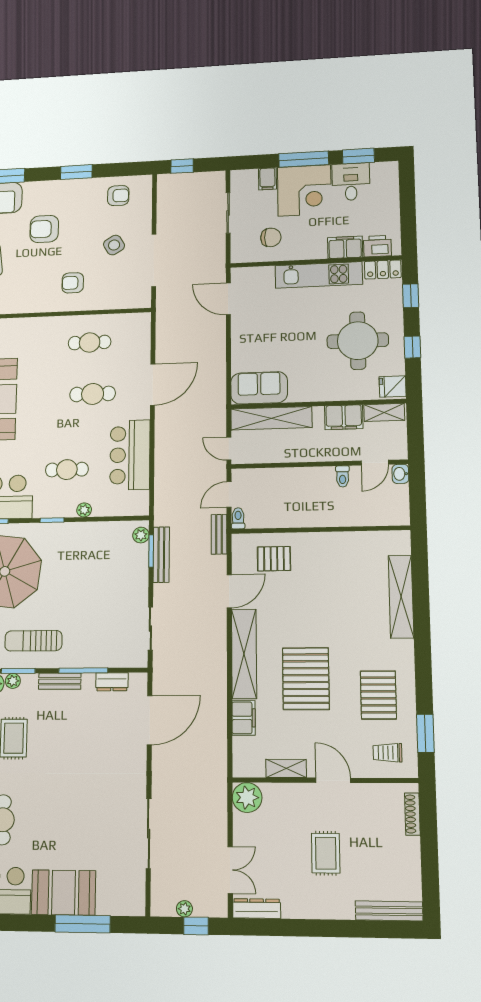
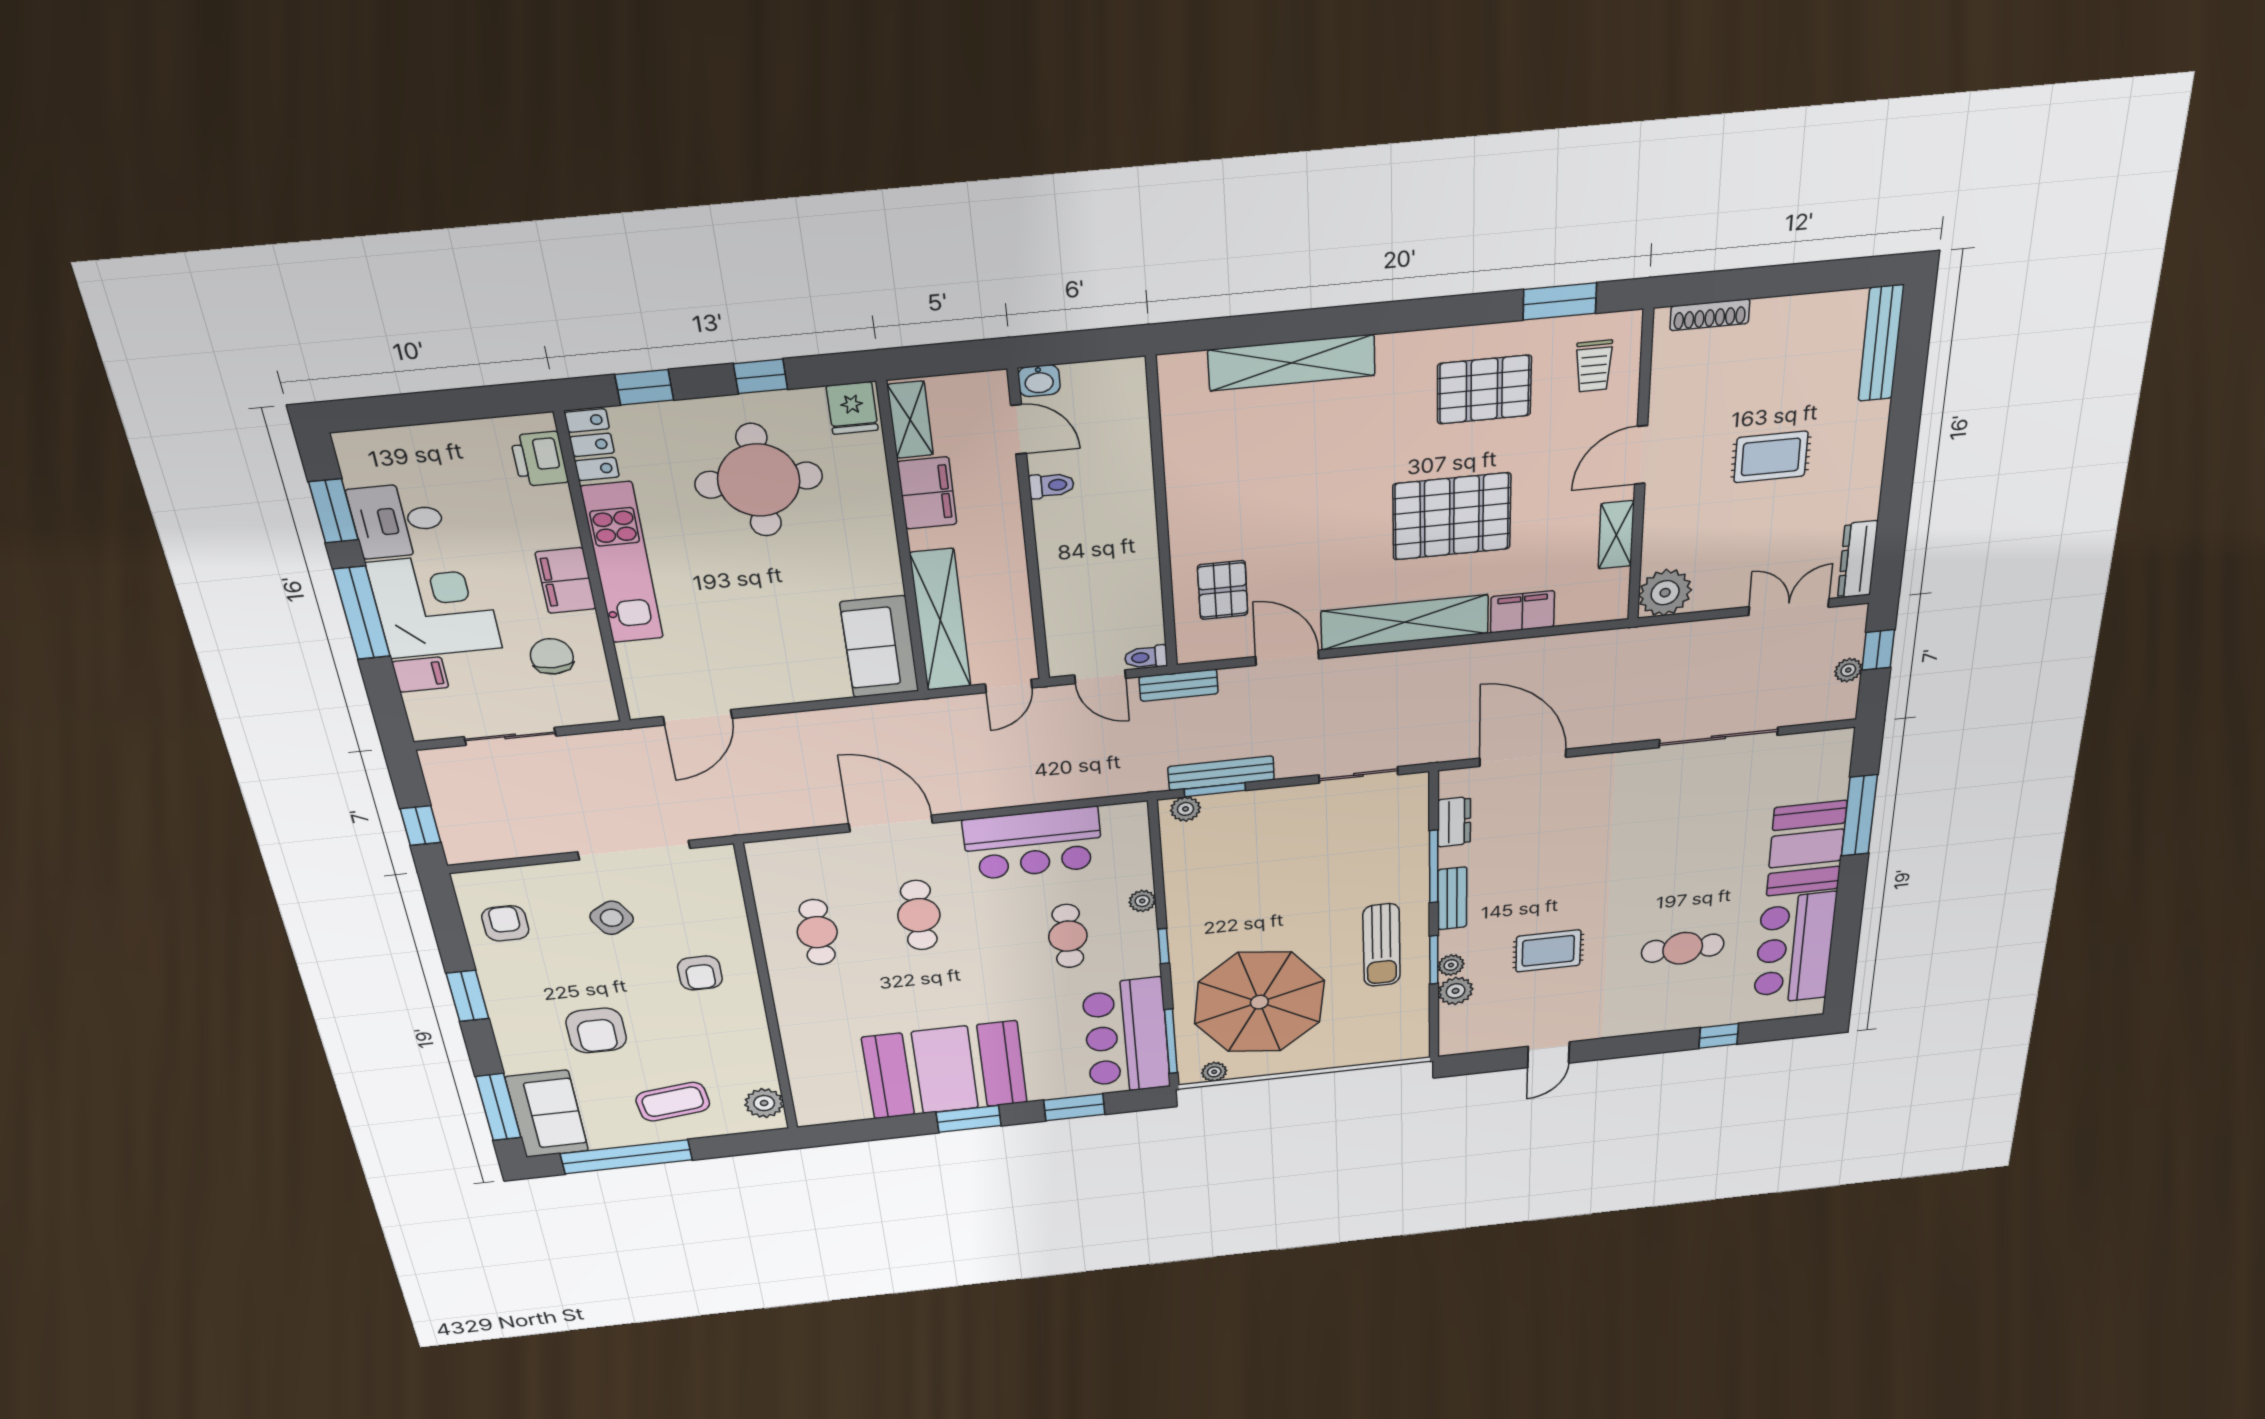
filing cabinet: (345, 247) -> (566, 581), moved

